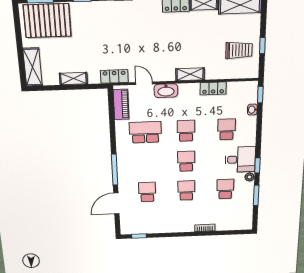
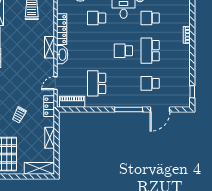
trolley: (101, 39) -> (19, 115), added
locker: (213, 88) -> (62, 29), width x1.53
washbasin: (166, 91) -> (62, 55), moved
school desk: (186, 131) -> (97, 51), removed
school desk: (186, 190) -> (150, 51), width x1.85
door: (116, 203) -> (160, 110), hinge flipped

